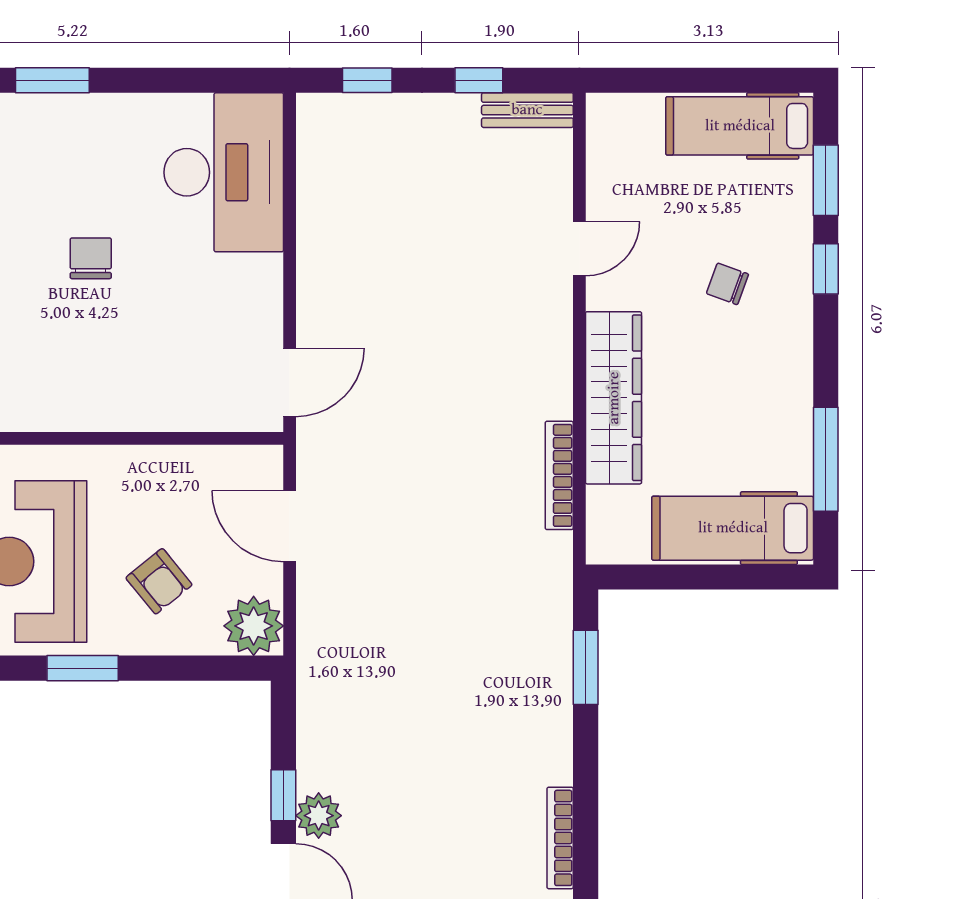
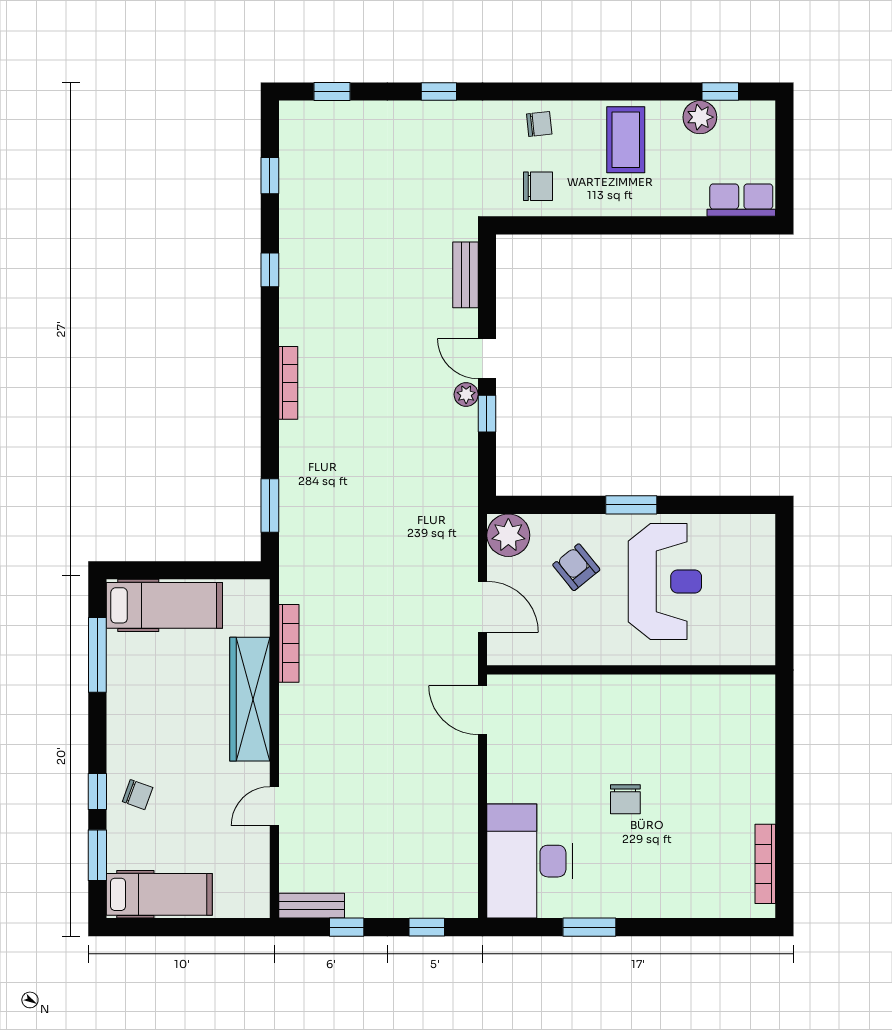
window: (52, 80) -> (589, 927), moved
chair: (728, 284) -> (138, 795), moved
door: (290, 382) -> (483, 710), hinge flipped
plant: (319, 816) -> (466, 394), width x0.73, depth x0.73

